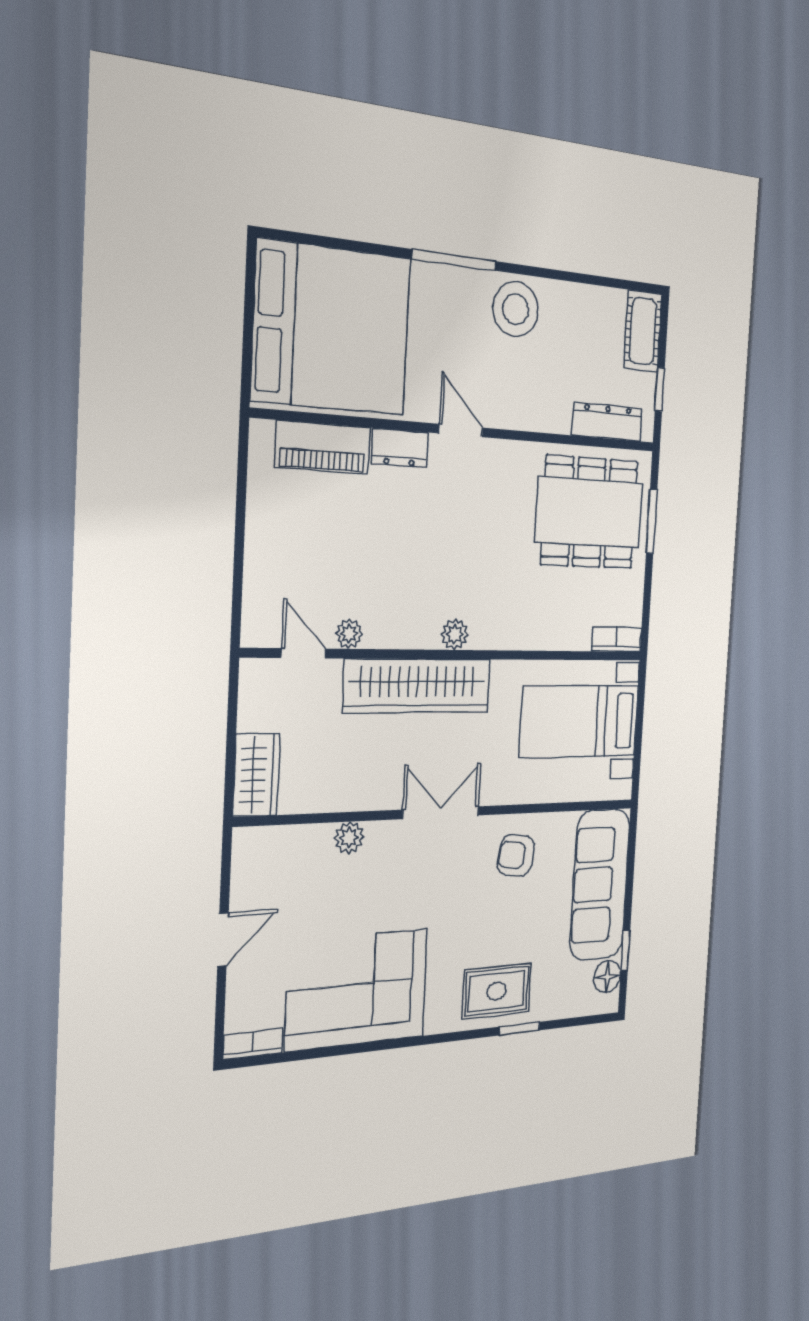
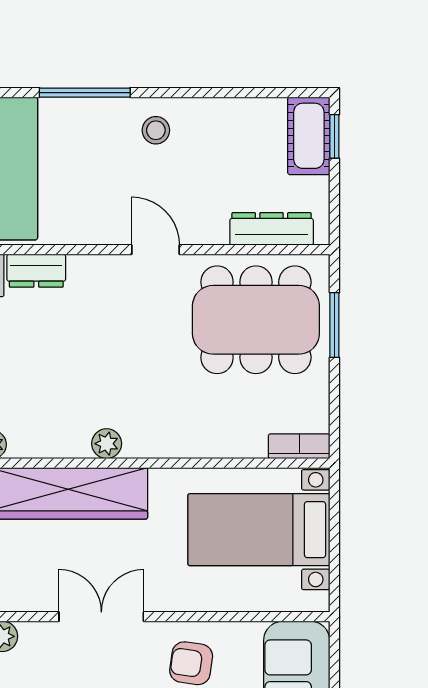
stool: (516, 309) -> (156, 130), width x0.53, depth x0.53
window: (660, 389) -> (334, 136), moved
door: (461, 430) -> (155, 250), moved

